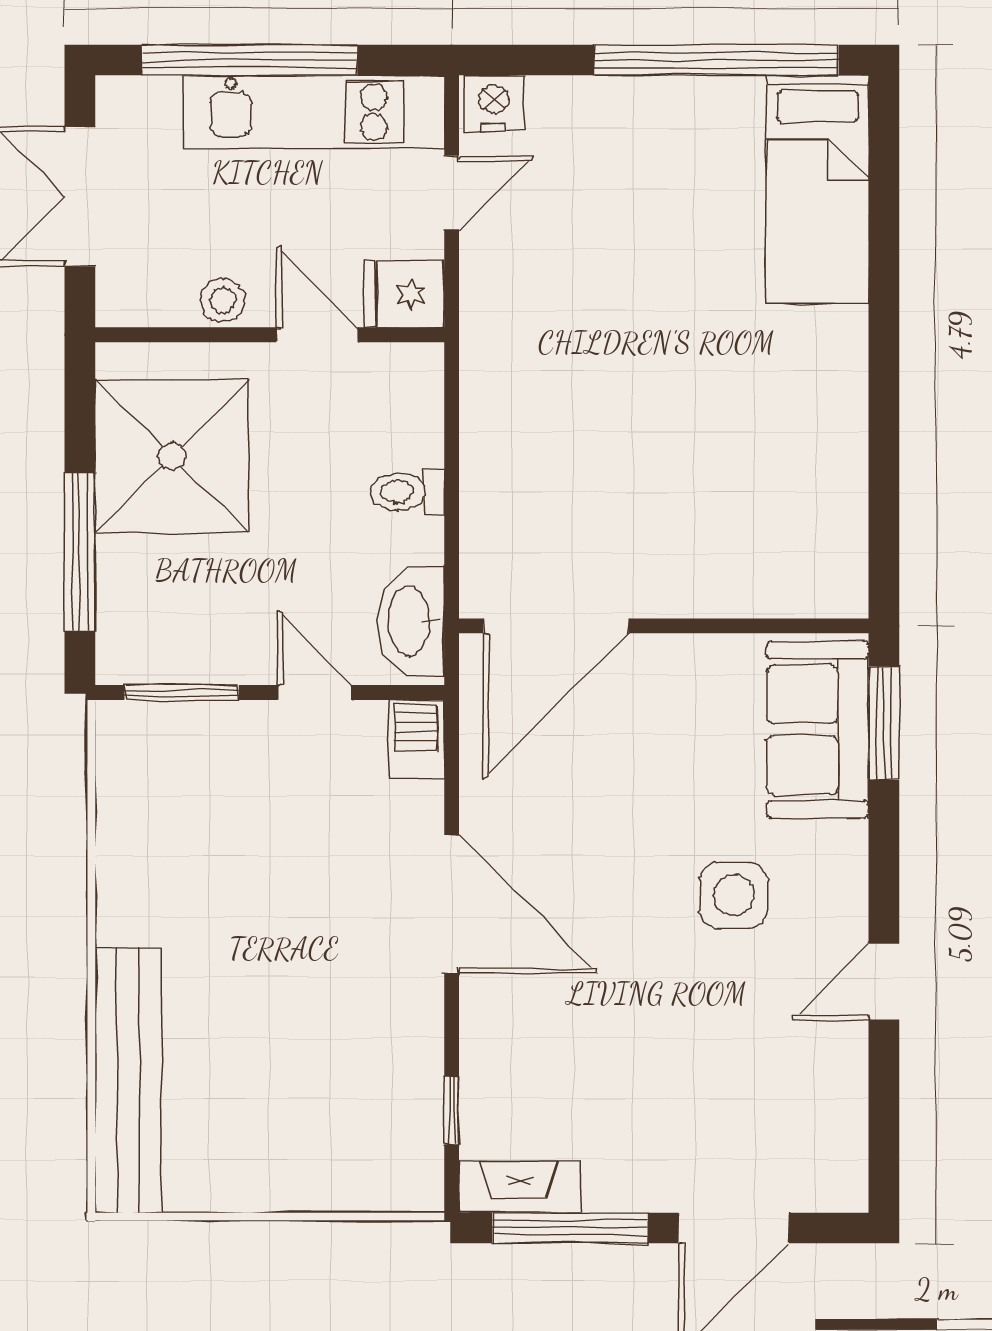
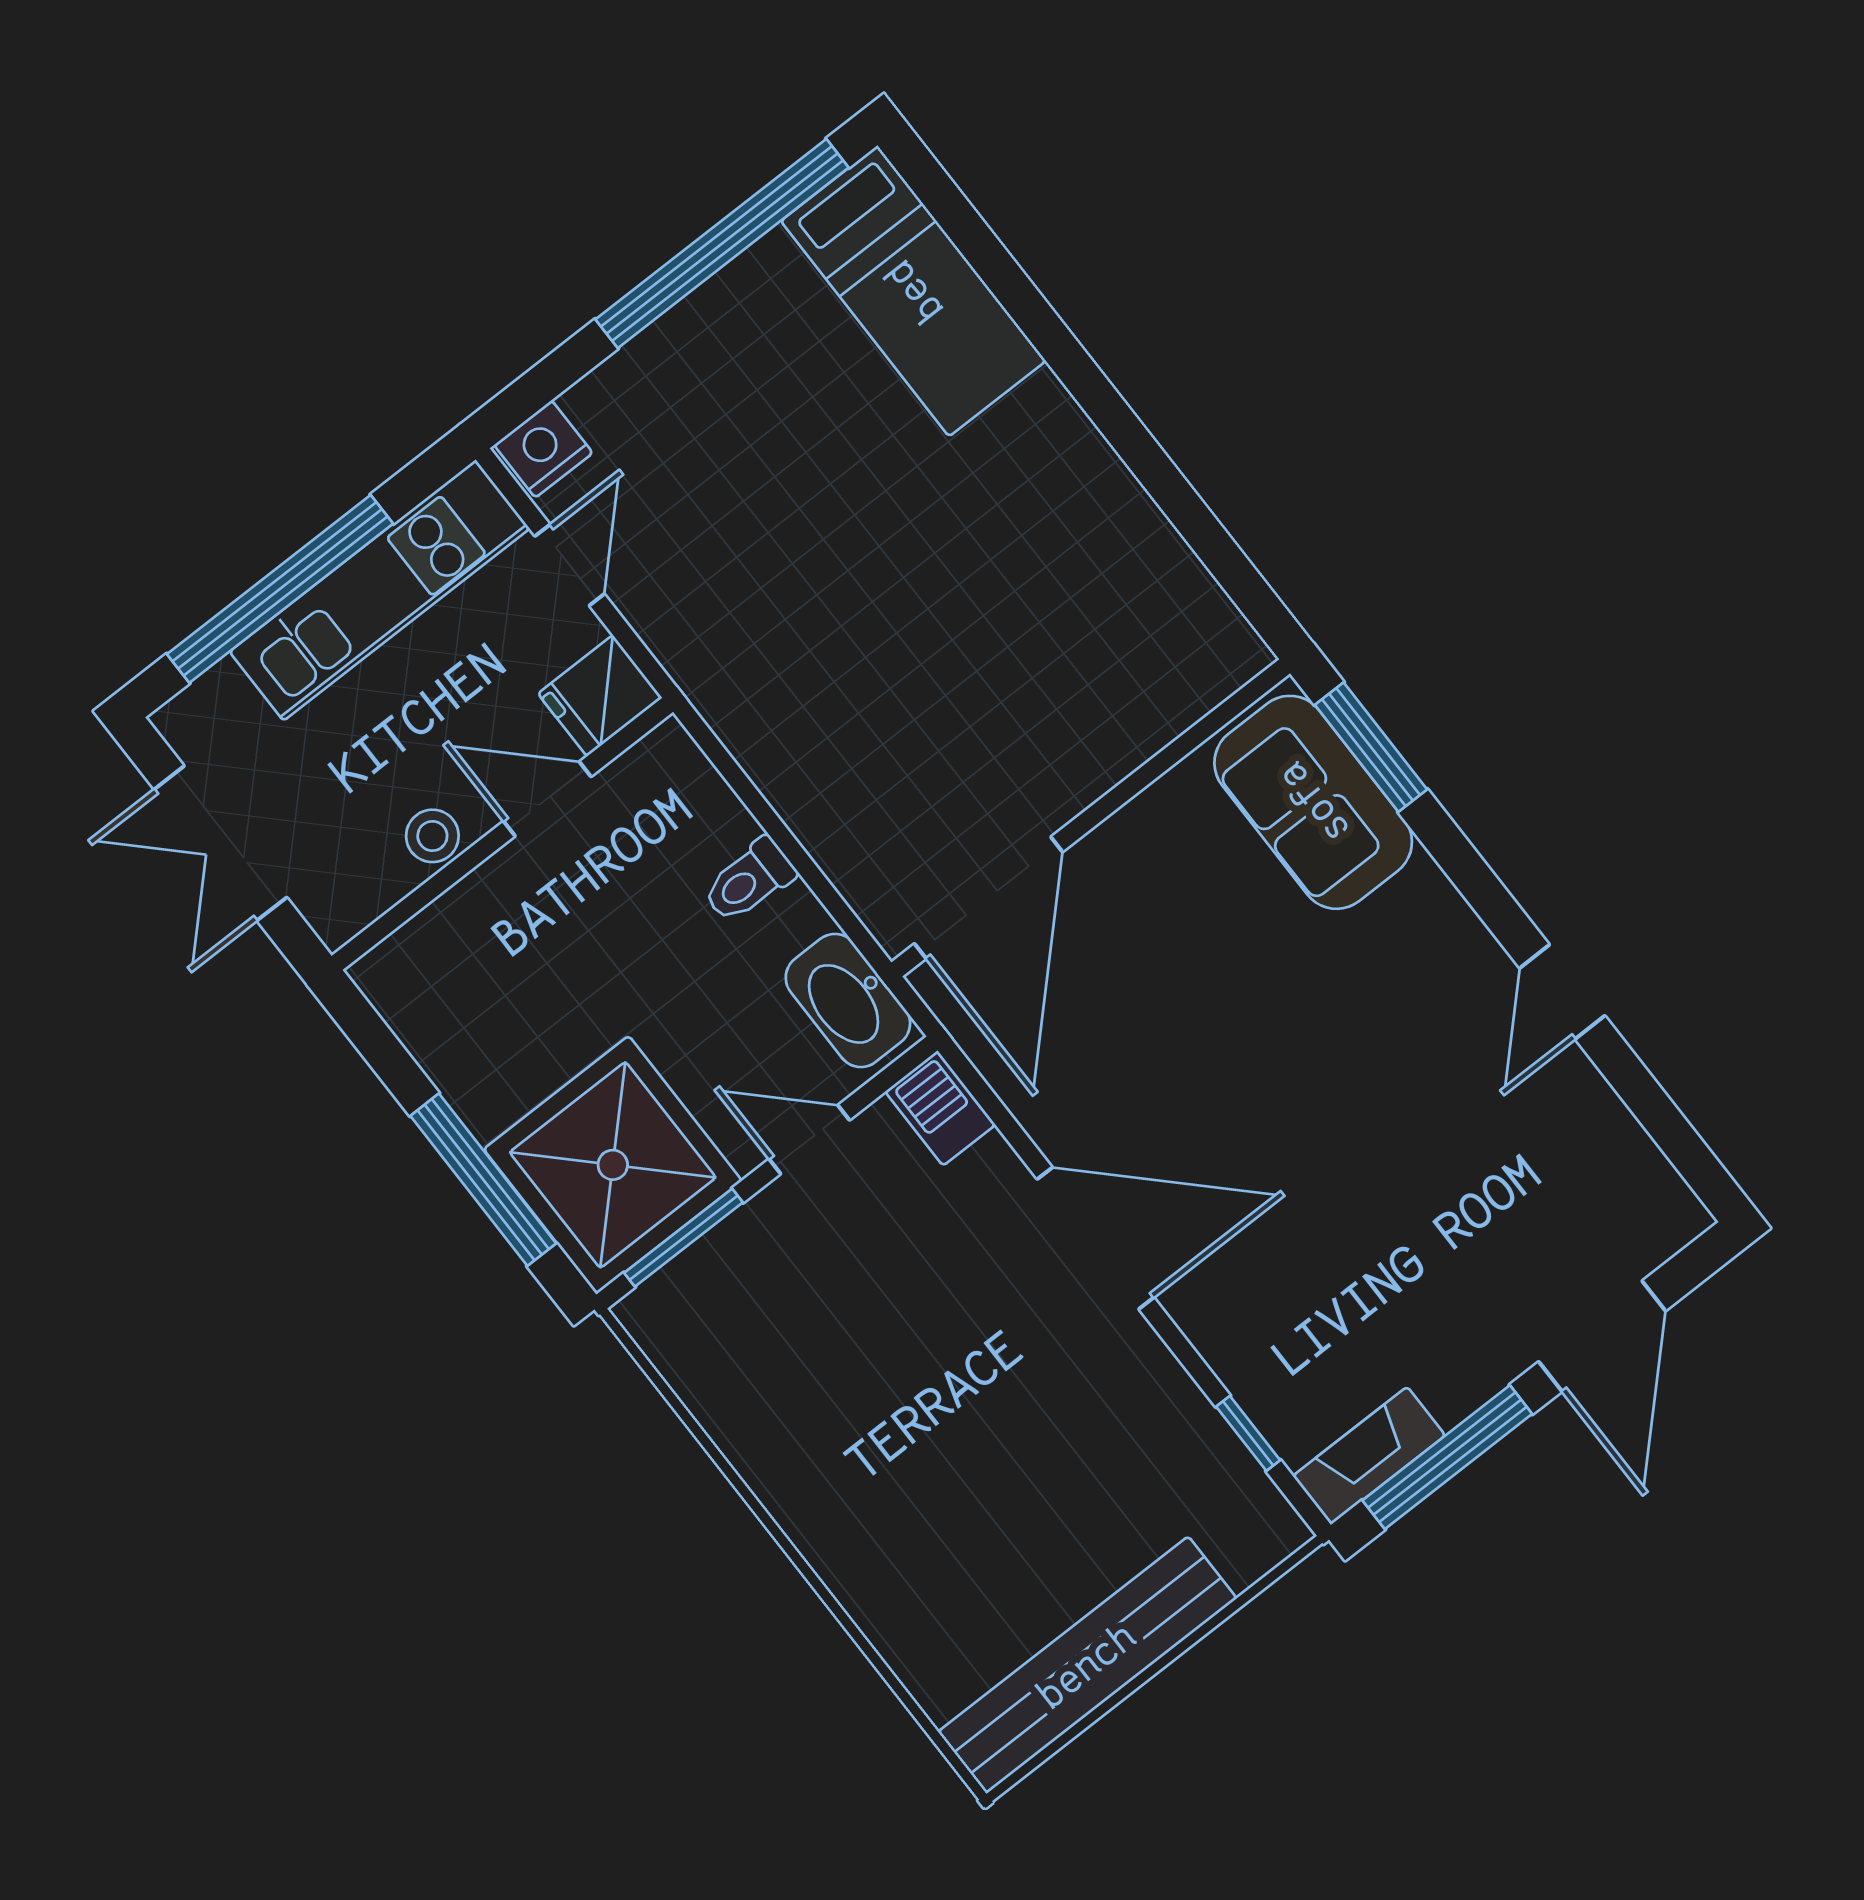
shower: (172, 456) -> (613, 1165), moved
side table: (734, 895) -> (1356, 1021), removed
bench: (128, 1080) -> (1087, 1665), moved, turned 90

